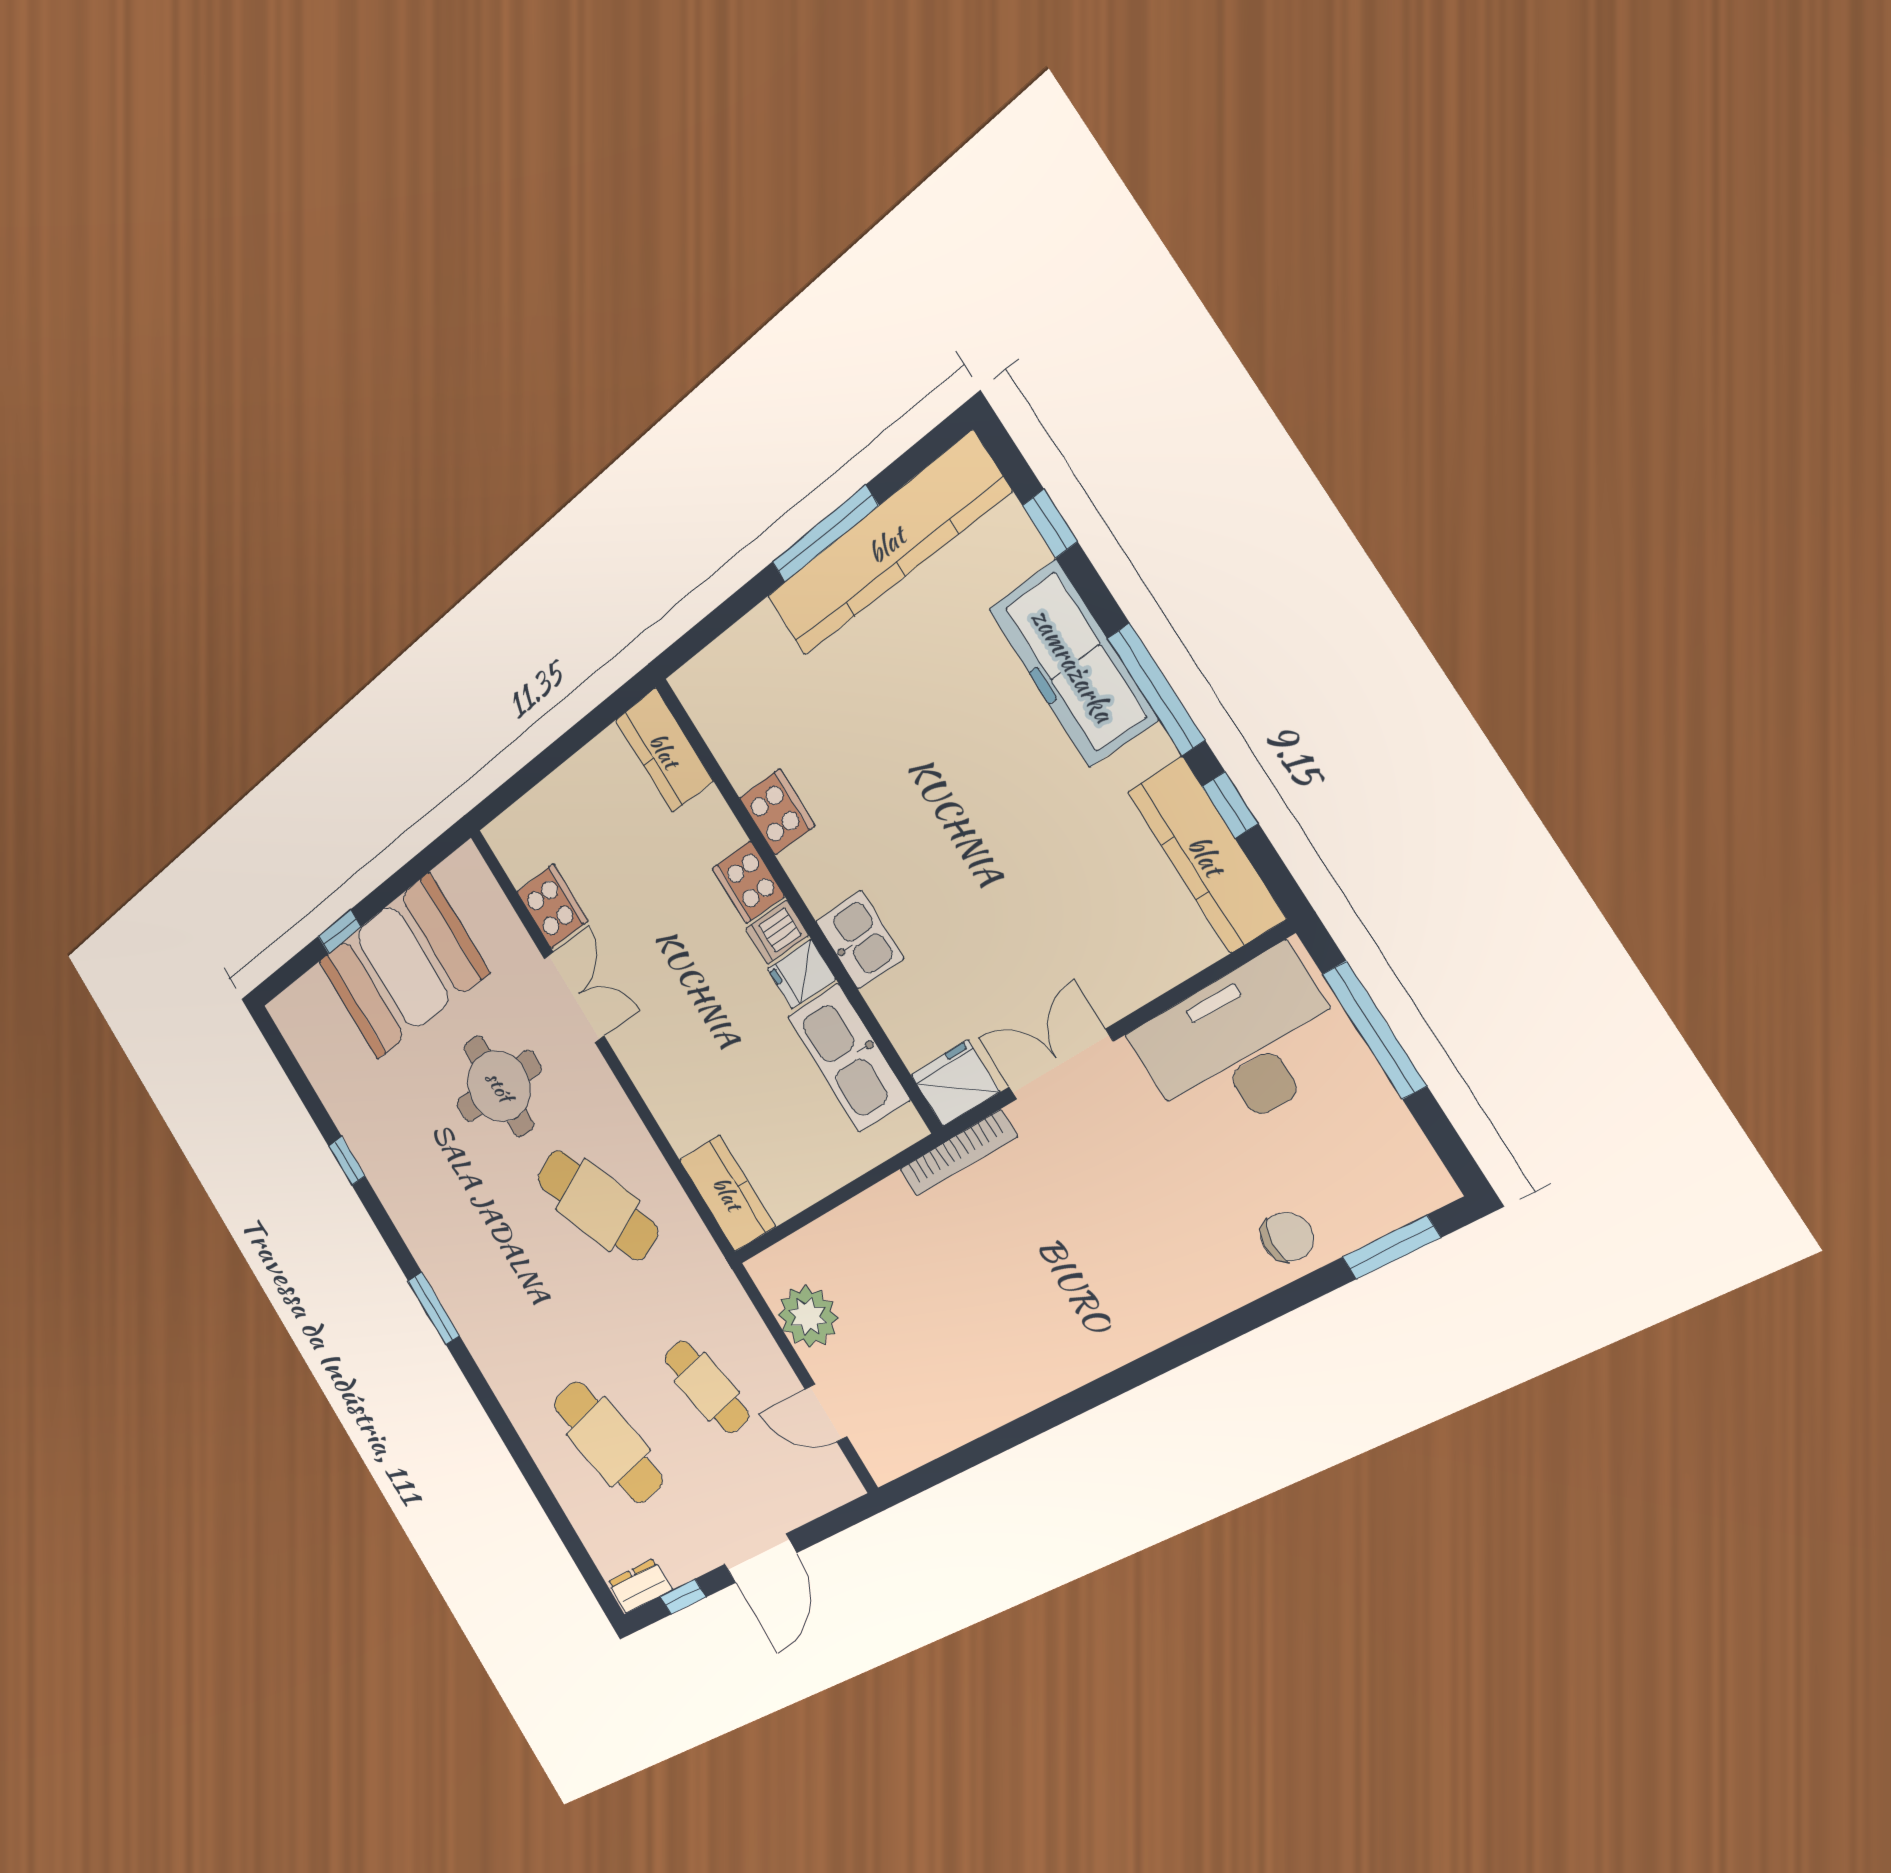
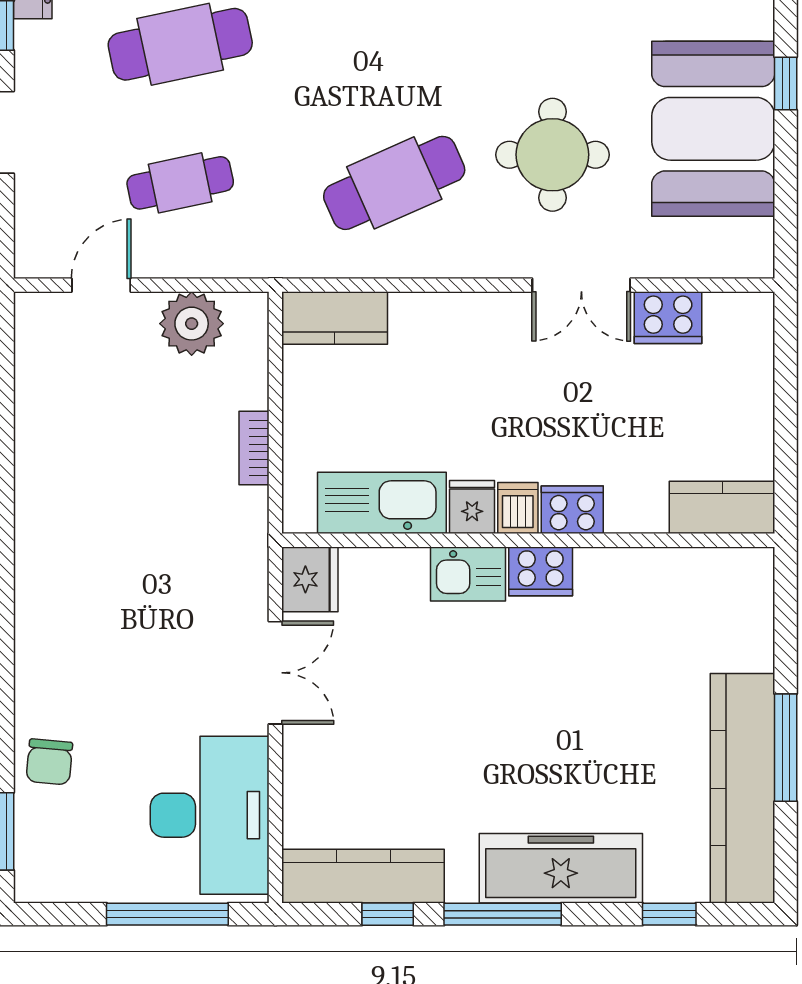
cooker: (777, 812) -> (541, 571), moved
bookcase: (958, 1153) -> (254, 448), moved, width x0.64

